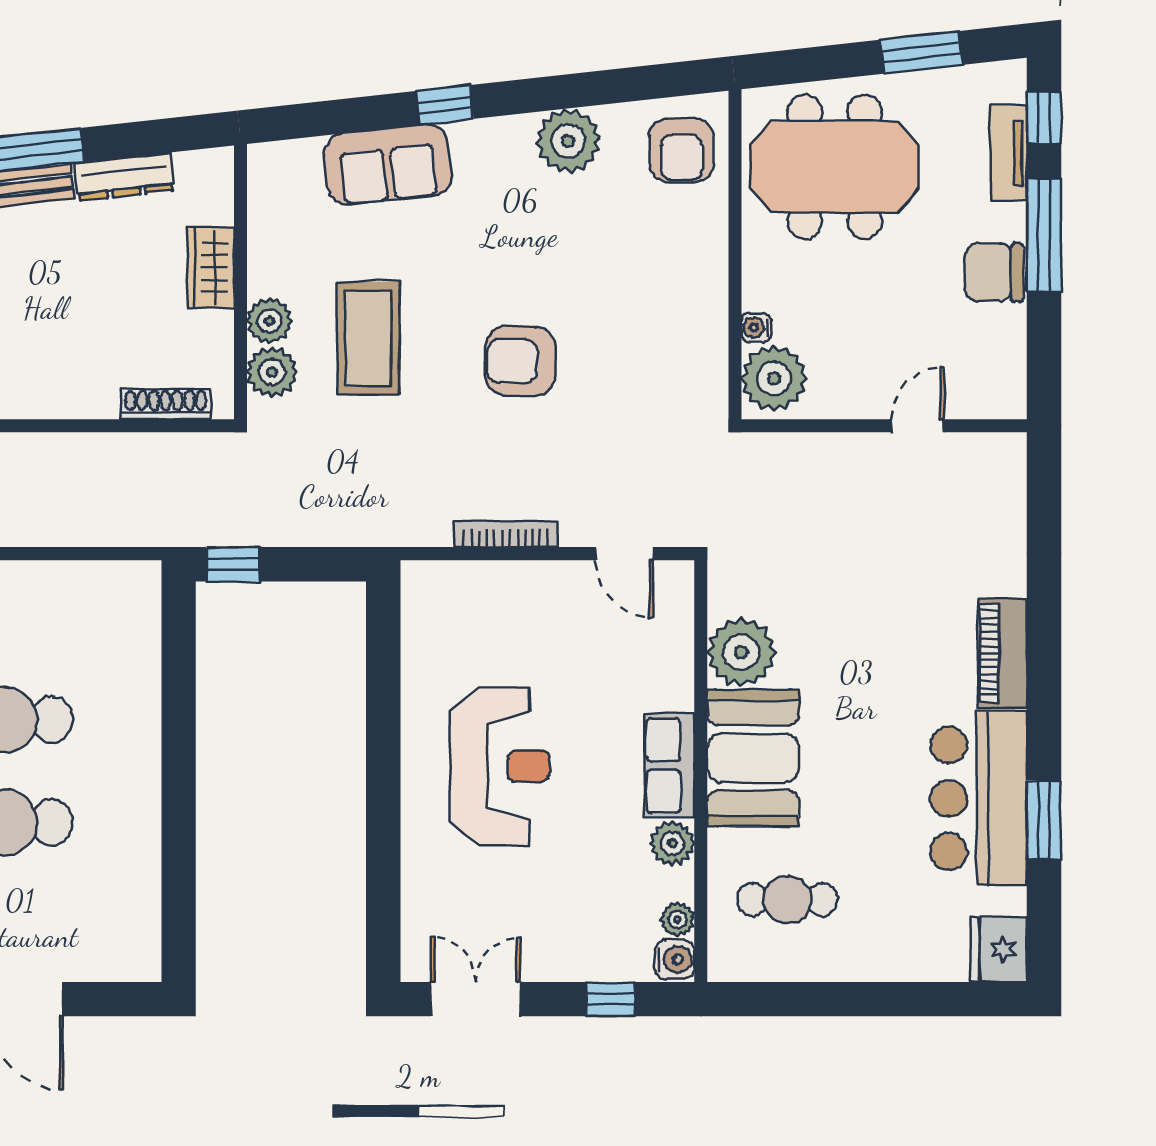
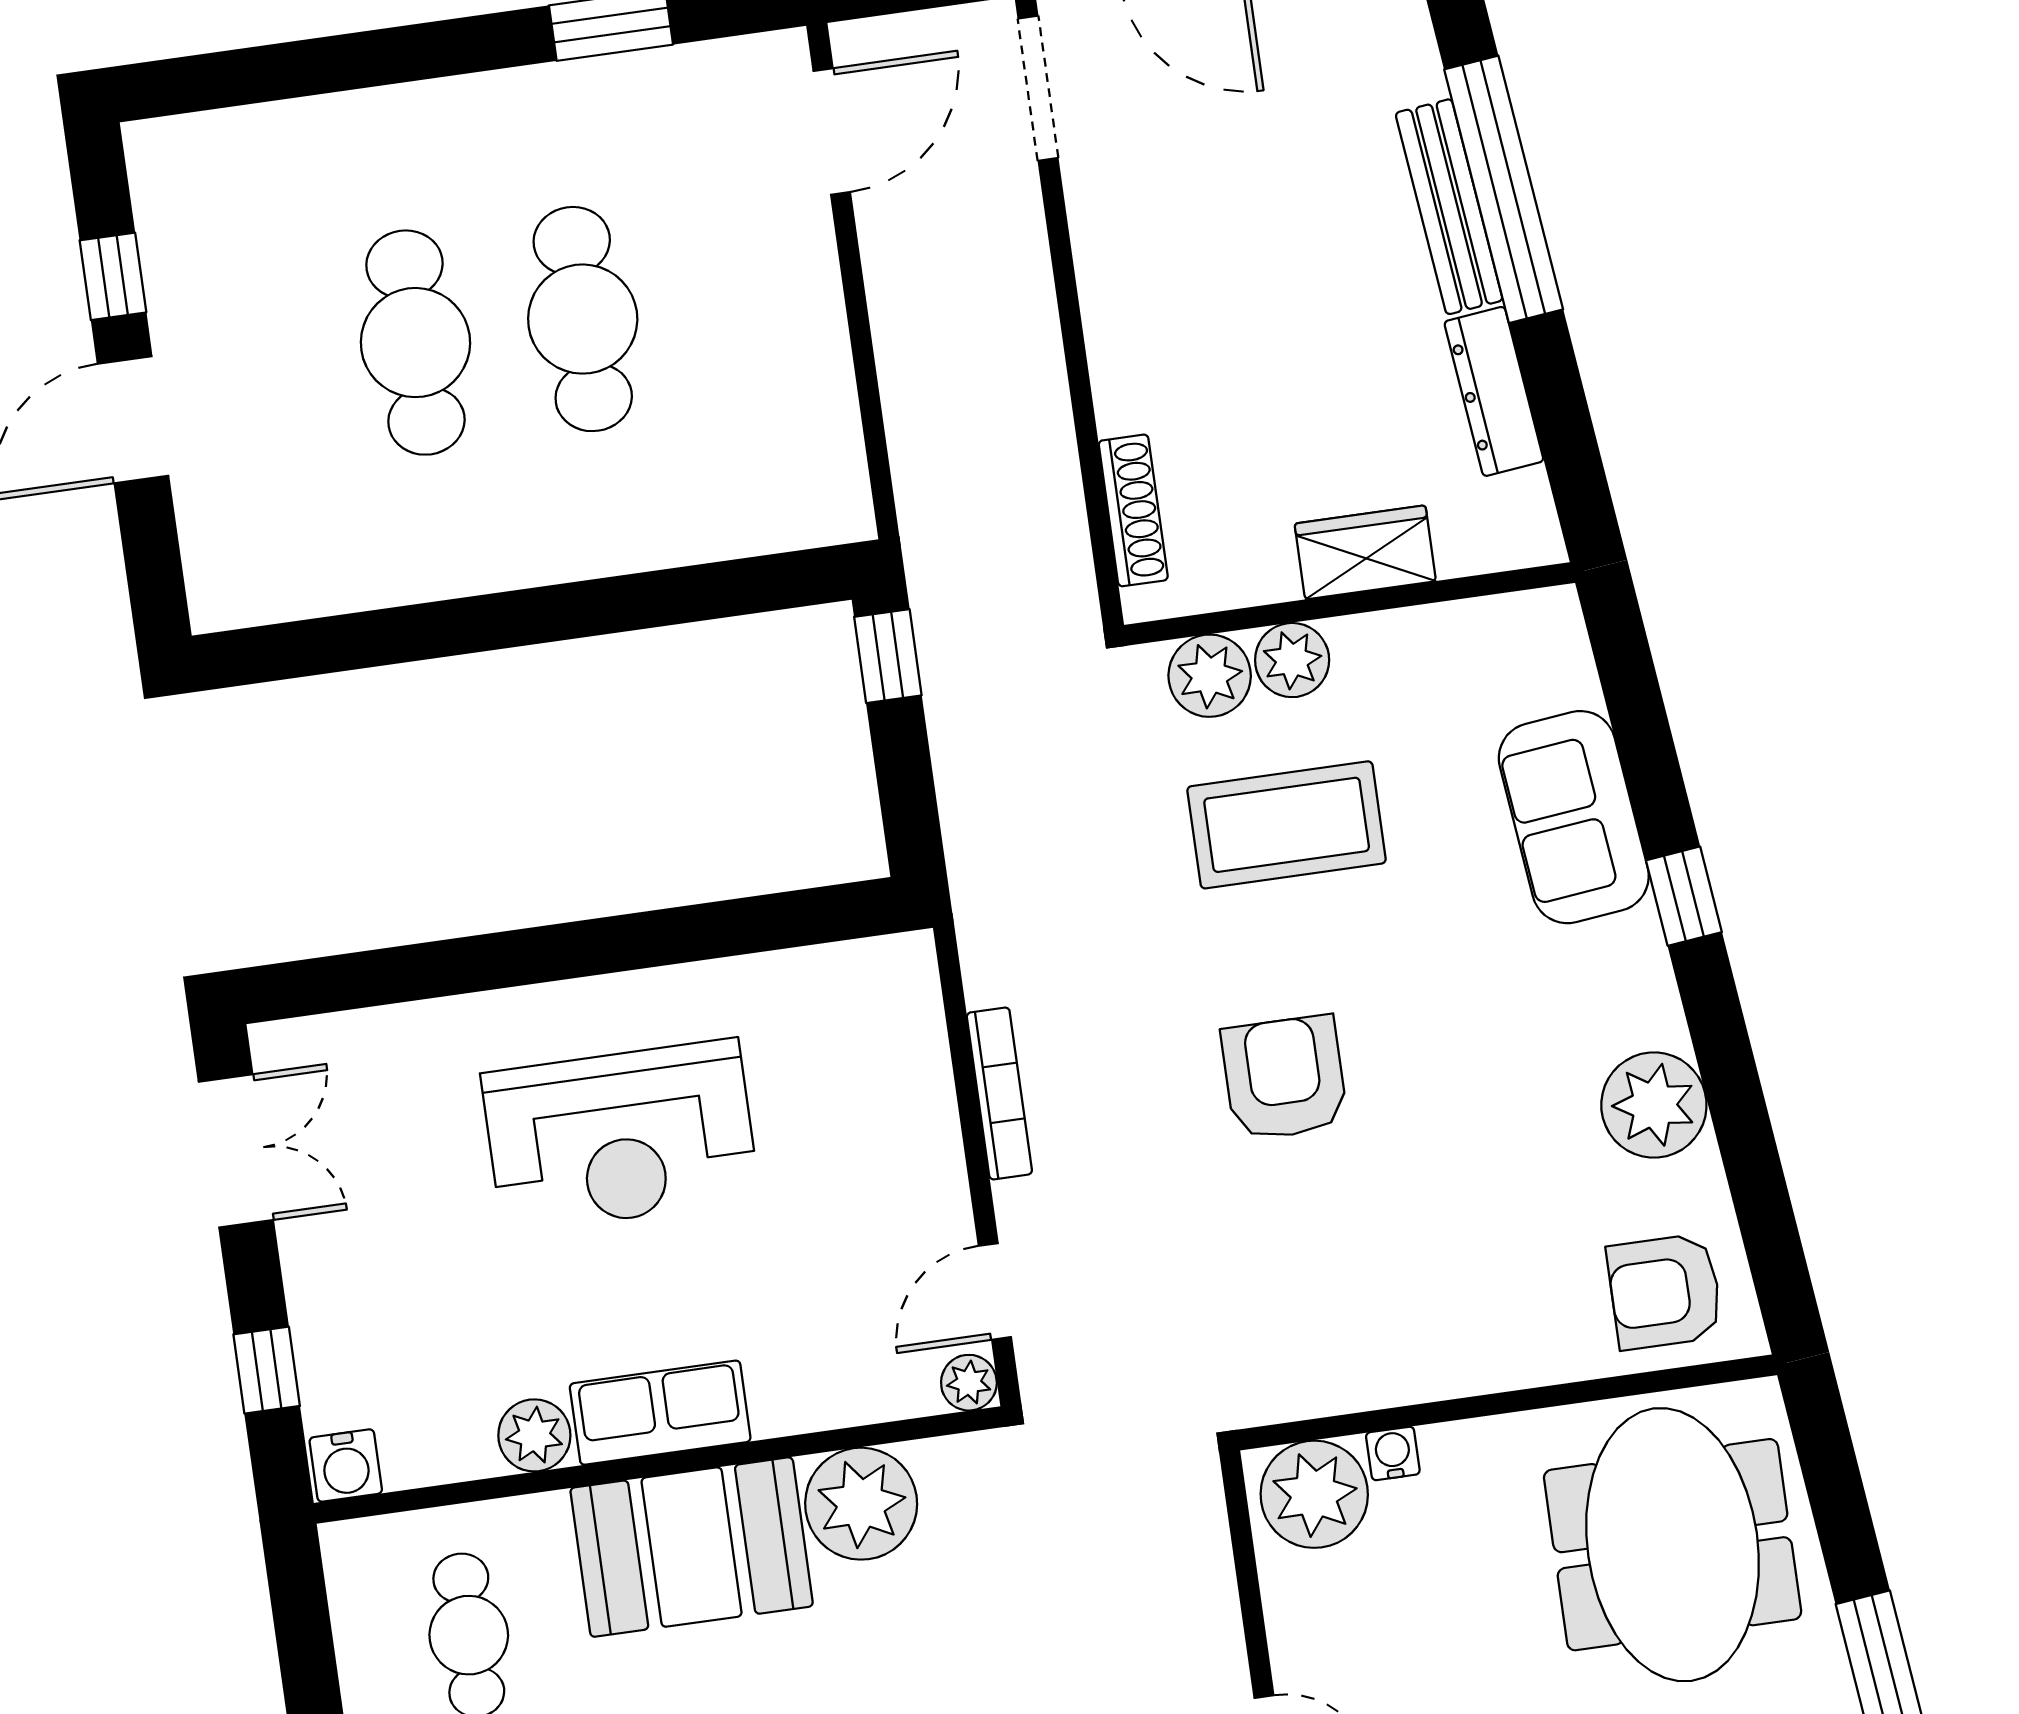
plant: (677, 919) -> (969, 1383), moved

